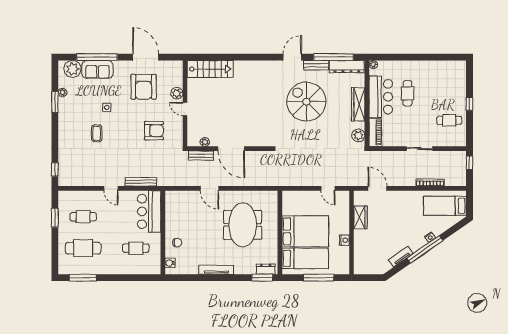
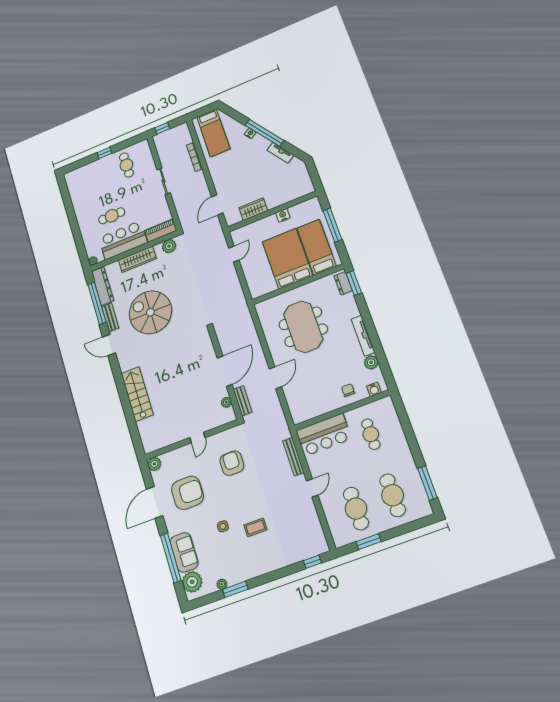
stairs: (210, 69) -> (137, 394), moved
plant: (177, 93) -> (154, 464), moved
spiral stairs: (306, 102) -> (150, 312), turned 90
cafe table: (83, 217) -> (356, 509), width x1.37, depth x1.35
meeting table: (243, 225) -> (303, 327), turned 90
plant: (192, 268) -> (371, 362), added

